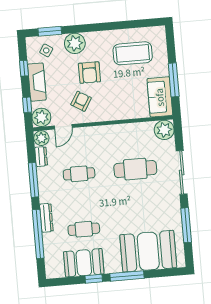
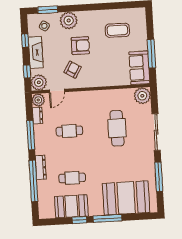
coffee table: (133, 53) -> (117, 30), width x0.73, depth x0.76
armchair: (89, 73) -> (80, 46), turned -90
cafe table: (135, 169) -> (117, 128), turned 90

